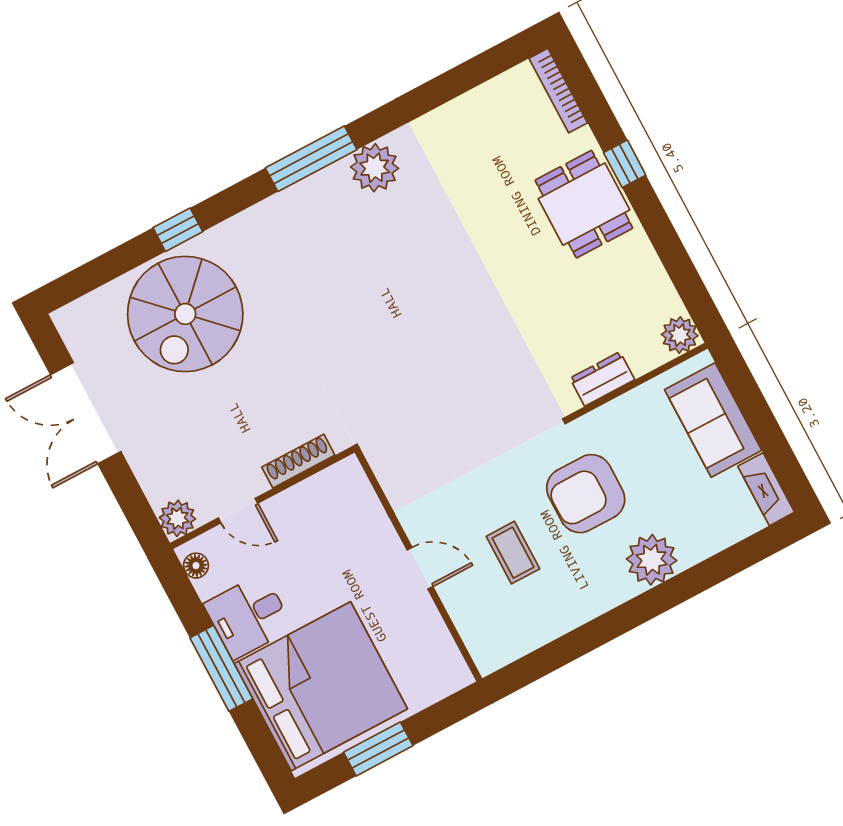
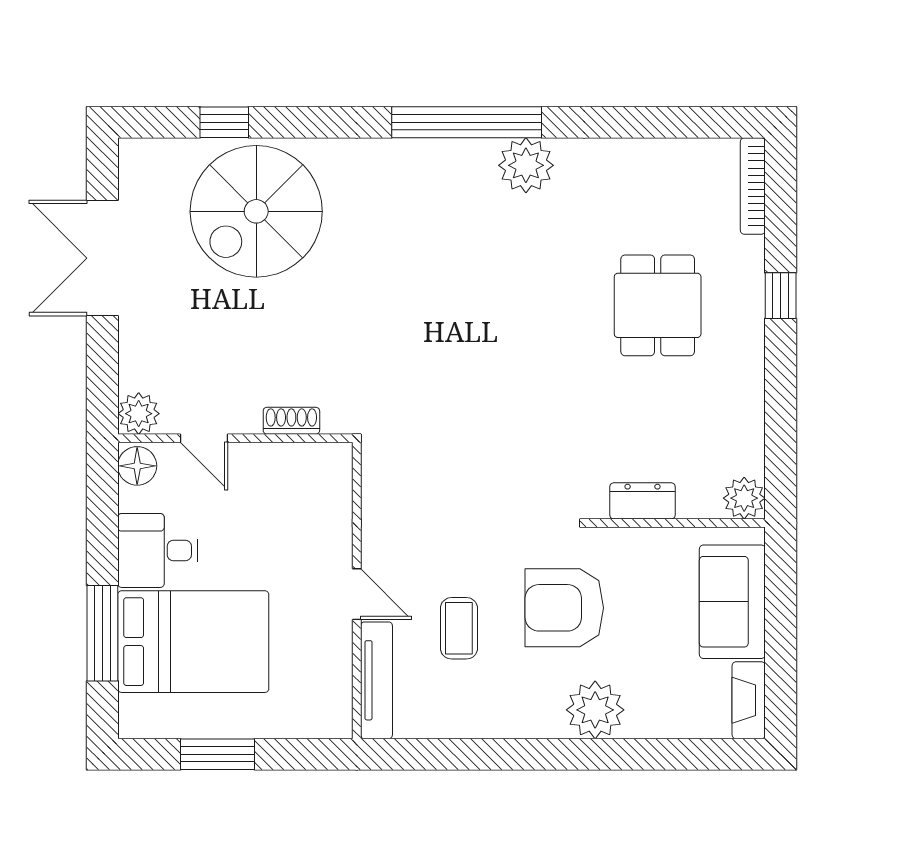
window: (311, 159) -> (467, 122), width x1.46
dining table: (584, 204) -> (658, 305), moved
window: (178, 230) -> (224, 122), moved
shoe rack: (298, 461) -> (291, 421), width x0.70
floor lamp: (196, 566) -> (137, 466), width x1.37, depth x1.37
tv unit: (471, 627) -> (376, 680), added
window: (221, 668) -> (102, 633), moved
bed: (321, 686) -> (193, 642), width x0.73

